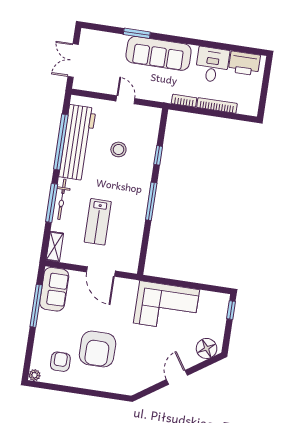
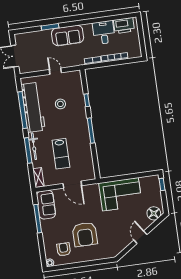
sofa: (159, 53) -> (68, 35), width x0.73

